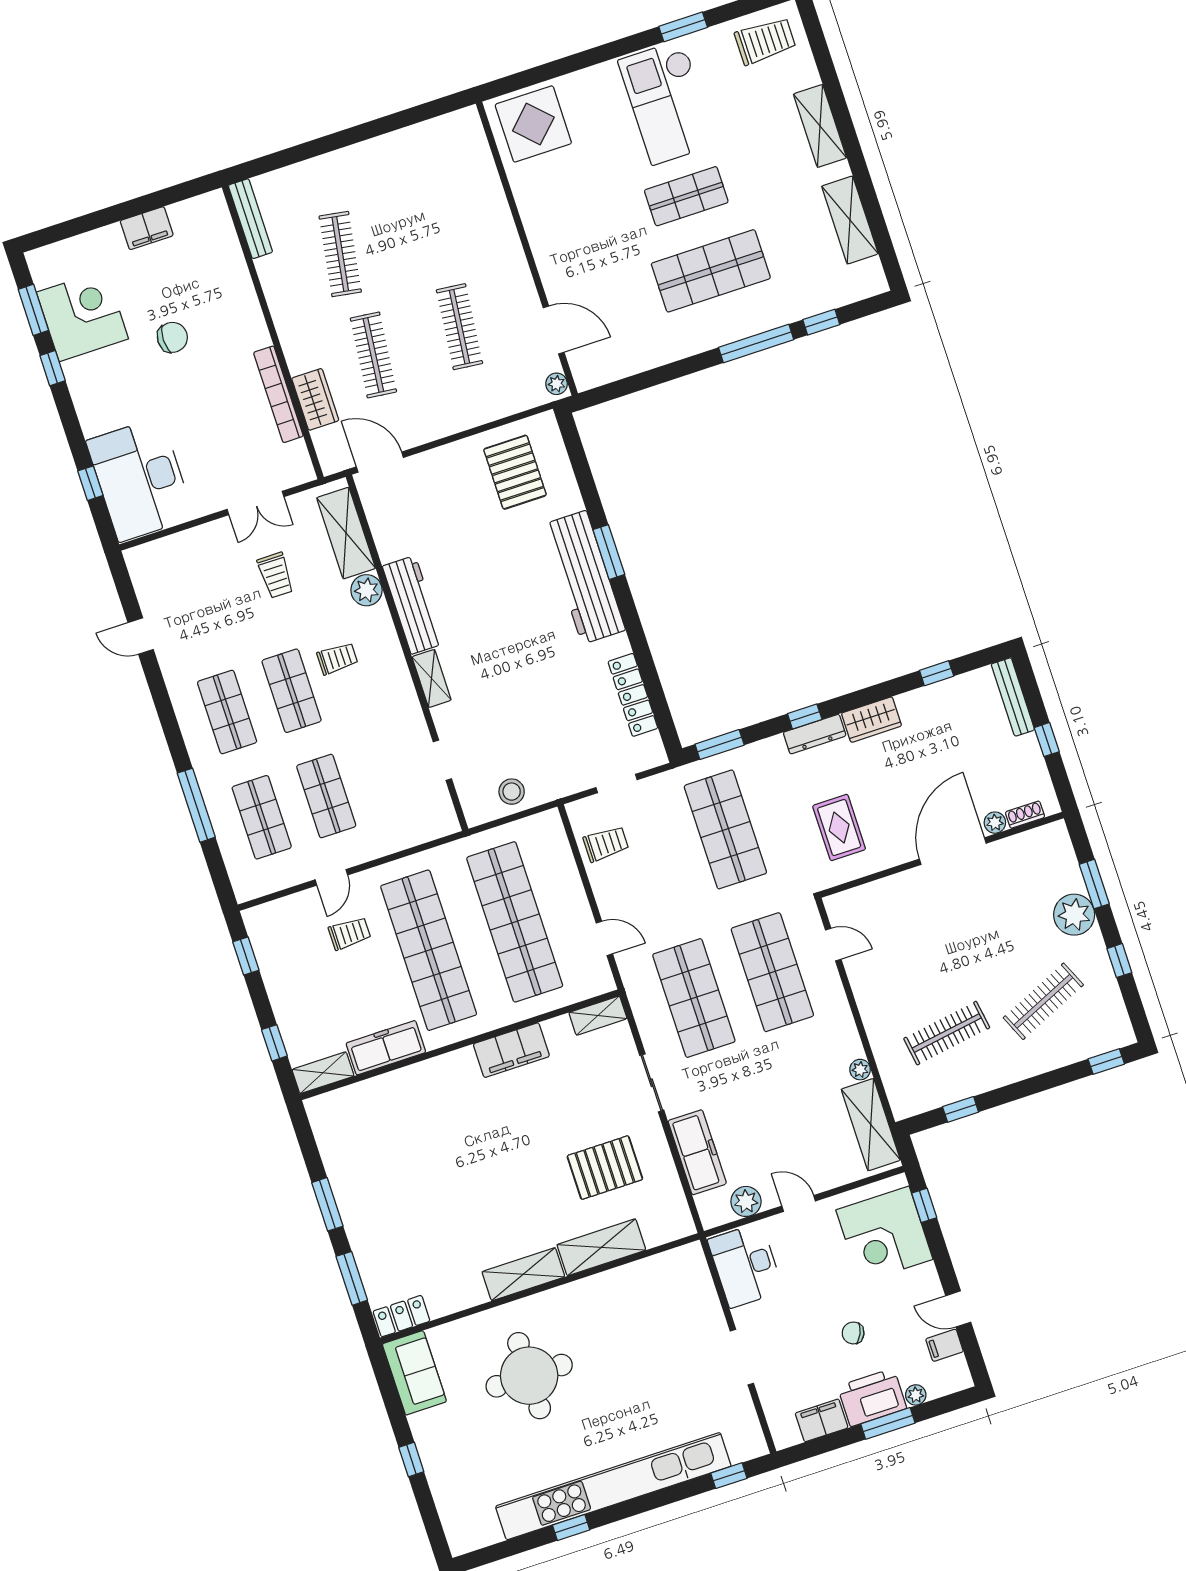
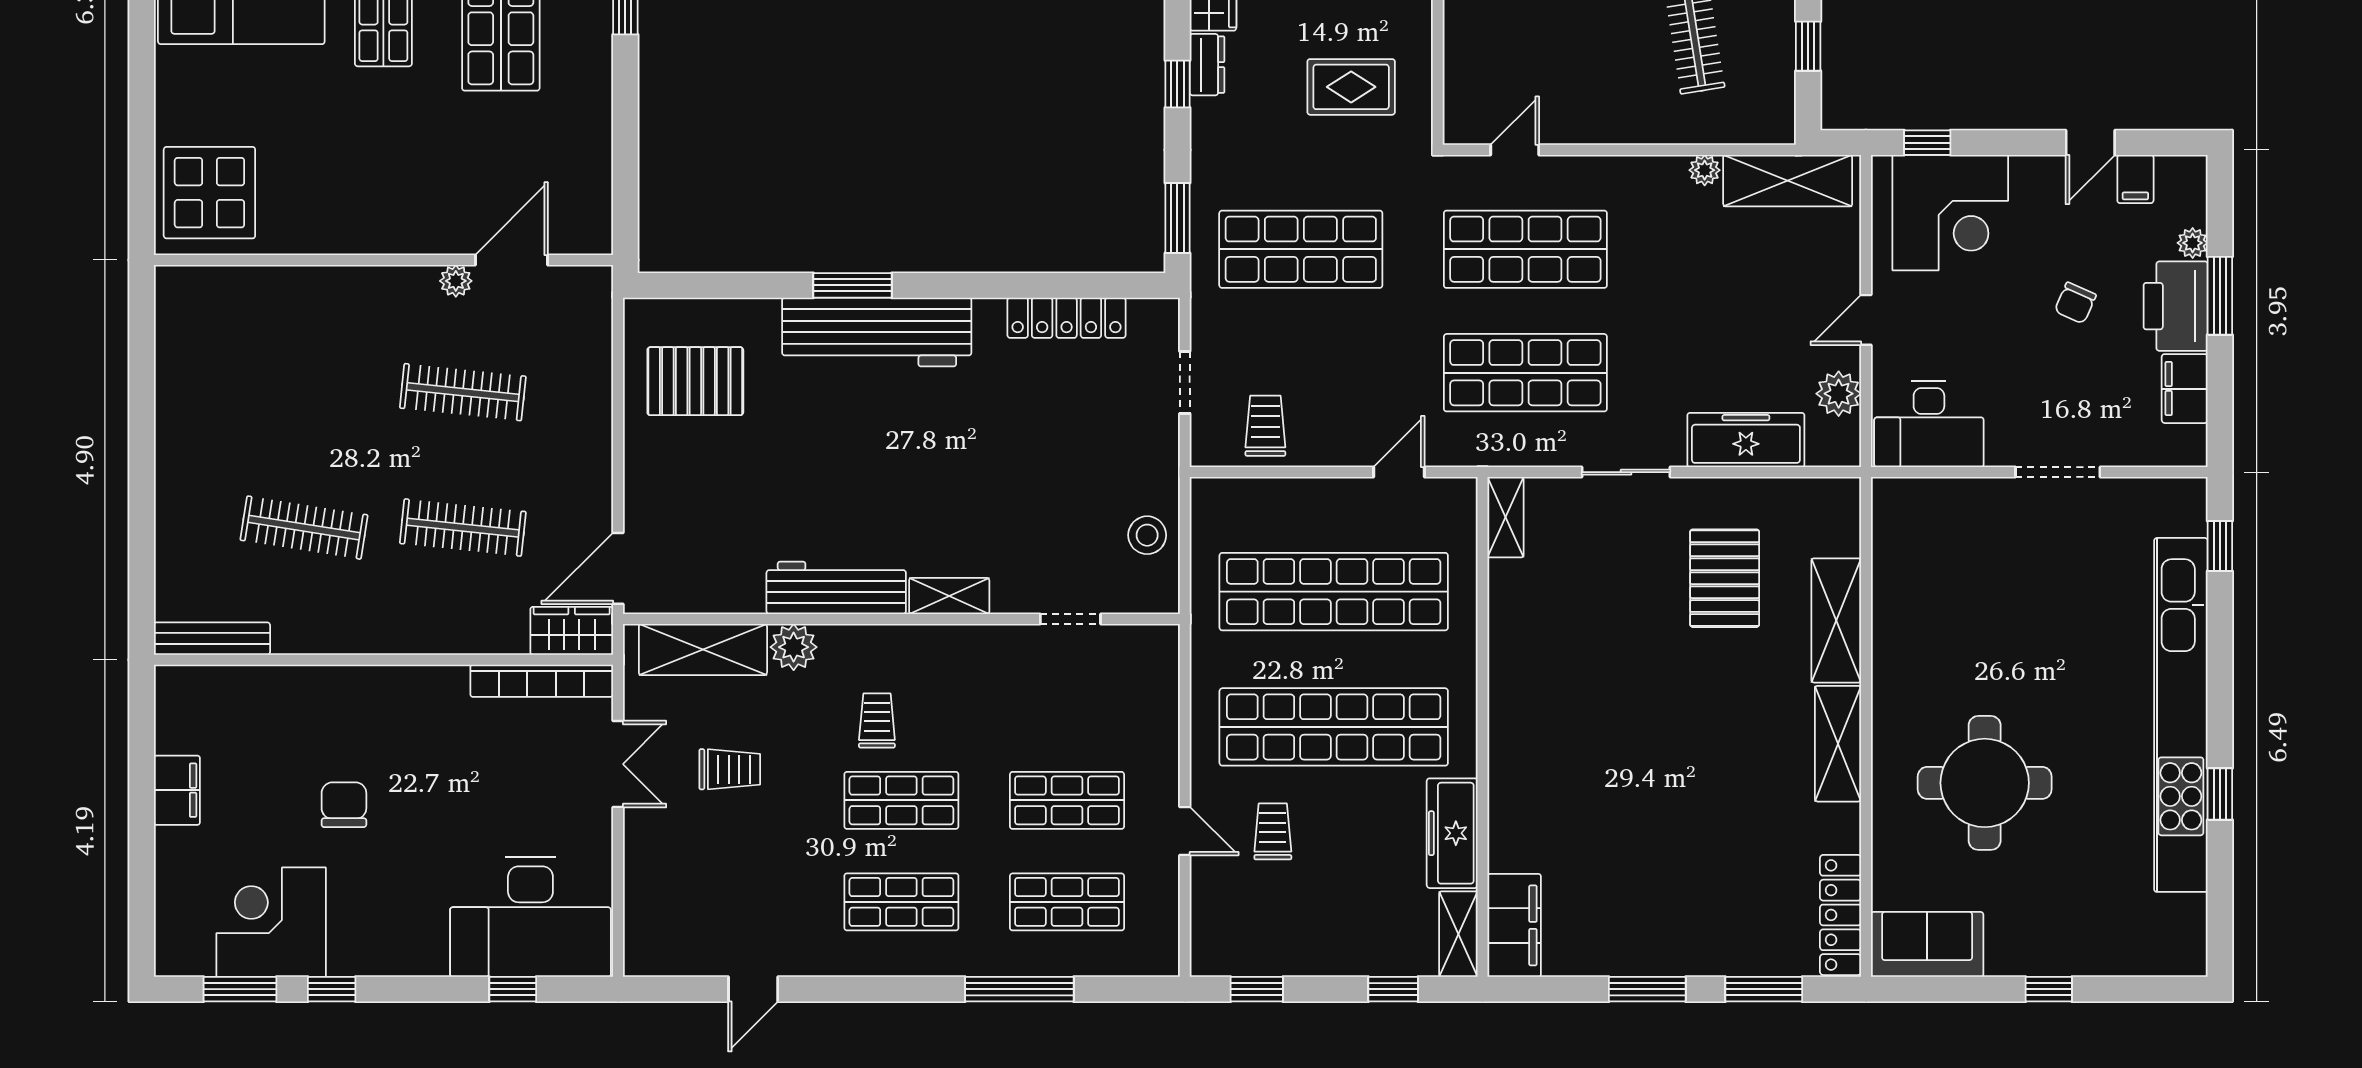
plant: (557, 384) -> (456, 281), moved
bookcase: (278, 394) -> (542, 681), moved
wardrobe: (315, 399) -> (572, 631), moved
dresser: (815, 734) -> (1207, 65), width x0.70
filing cabinet: (511, 1050) -> (1514, 925), moved
locker: (401, 1316) -> (1841, 915), width x1.53

